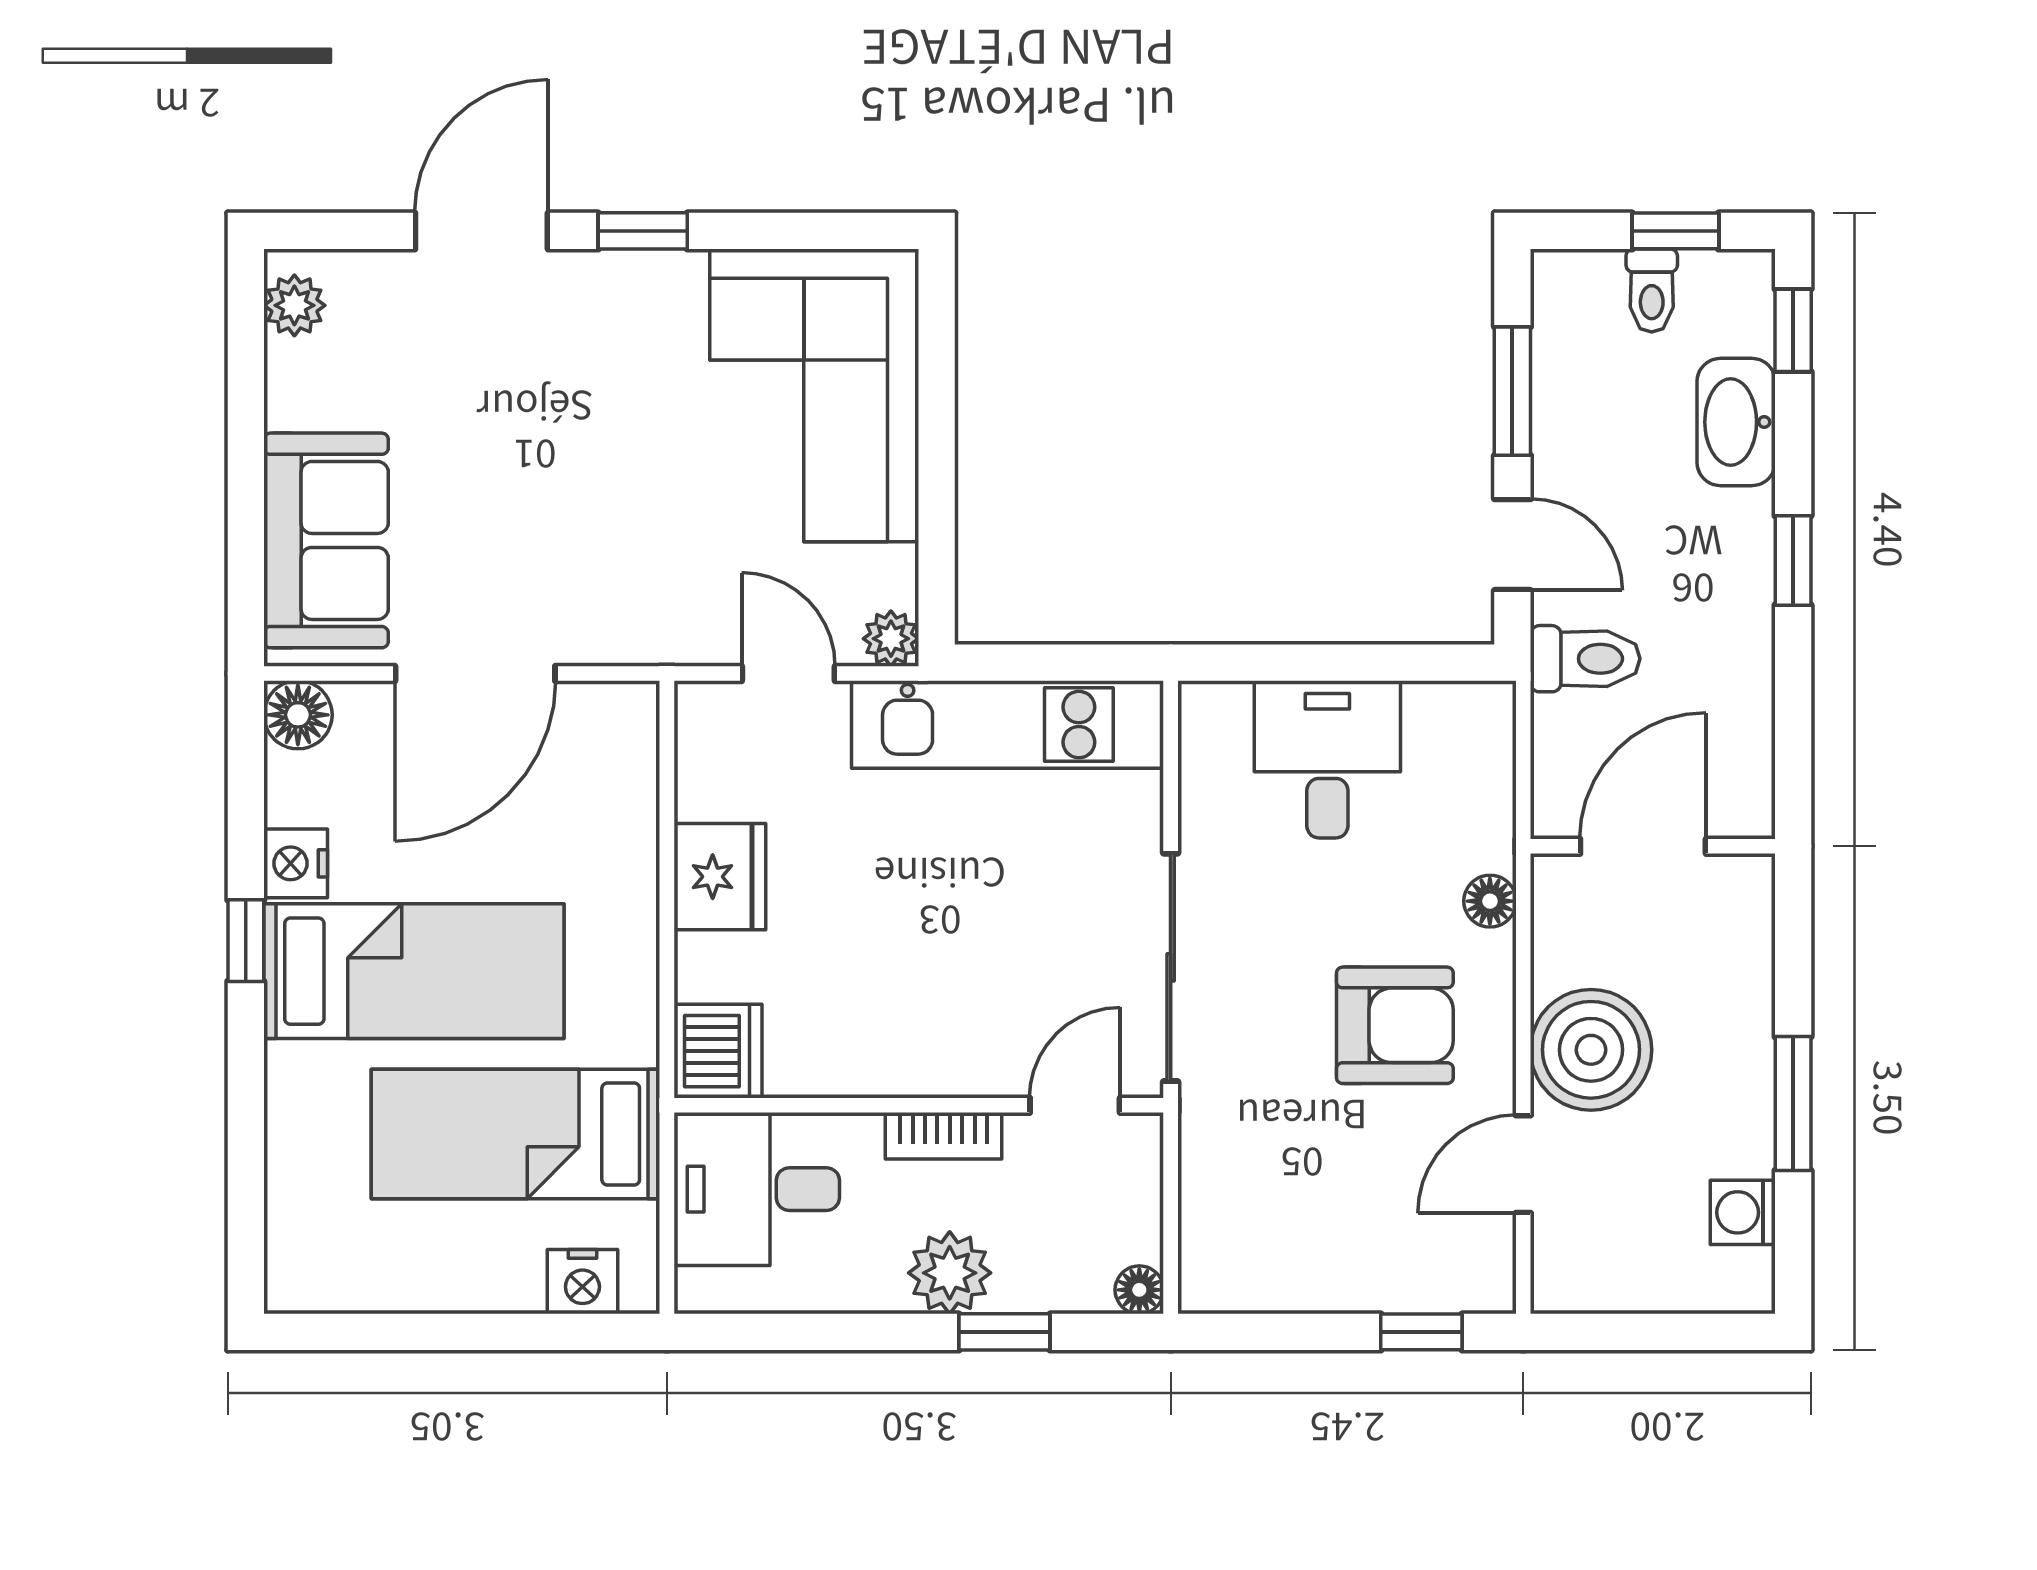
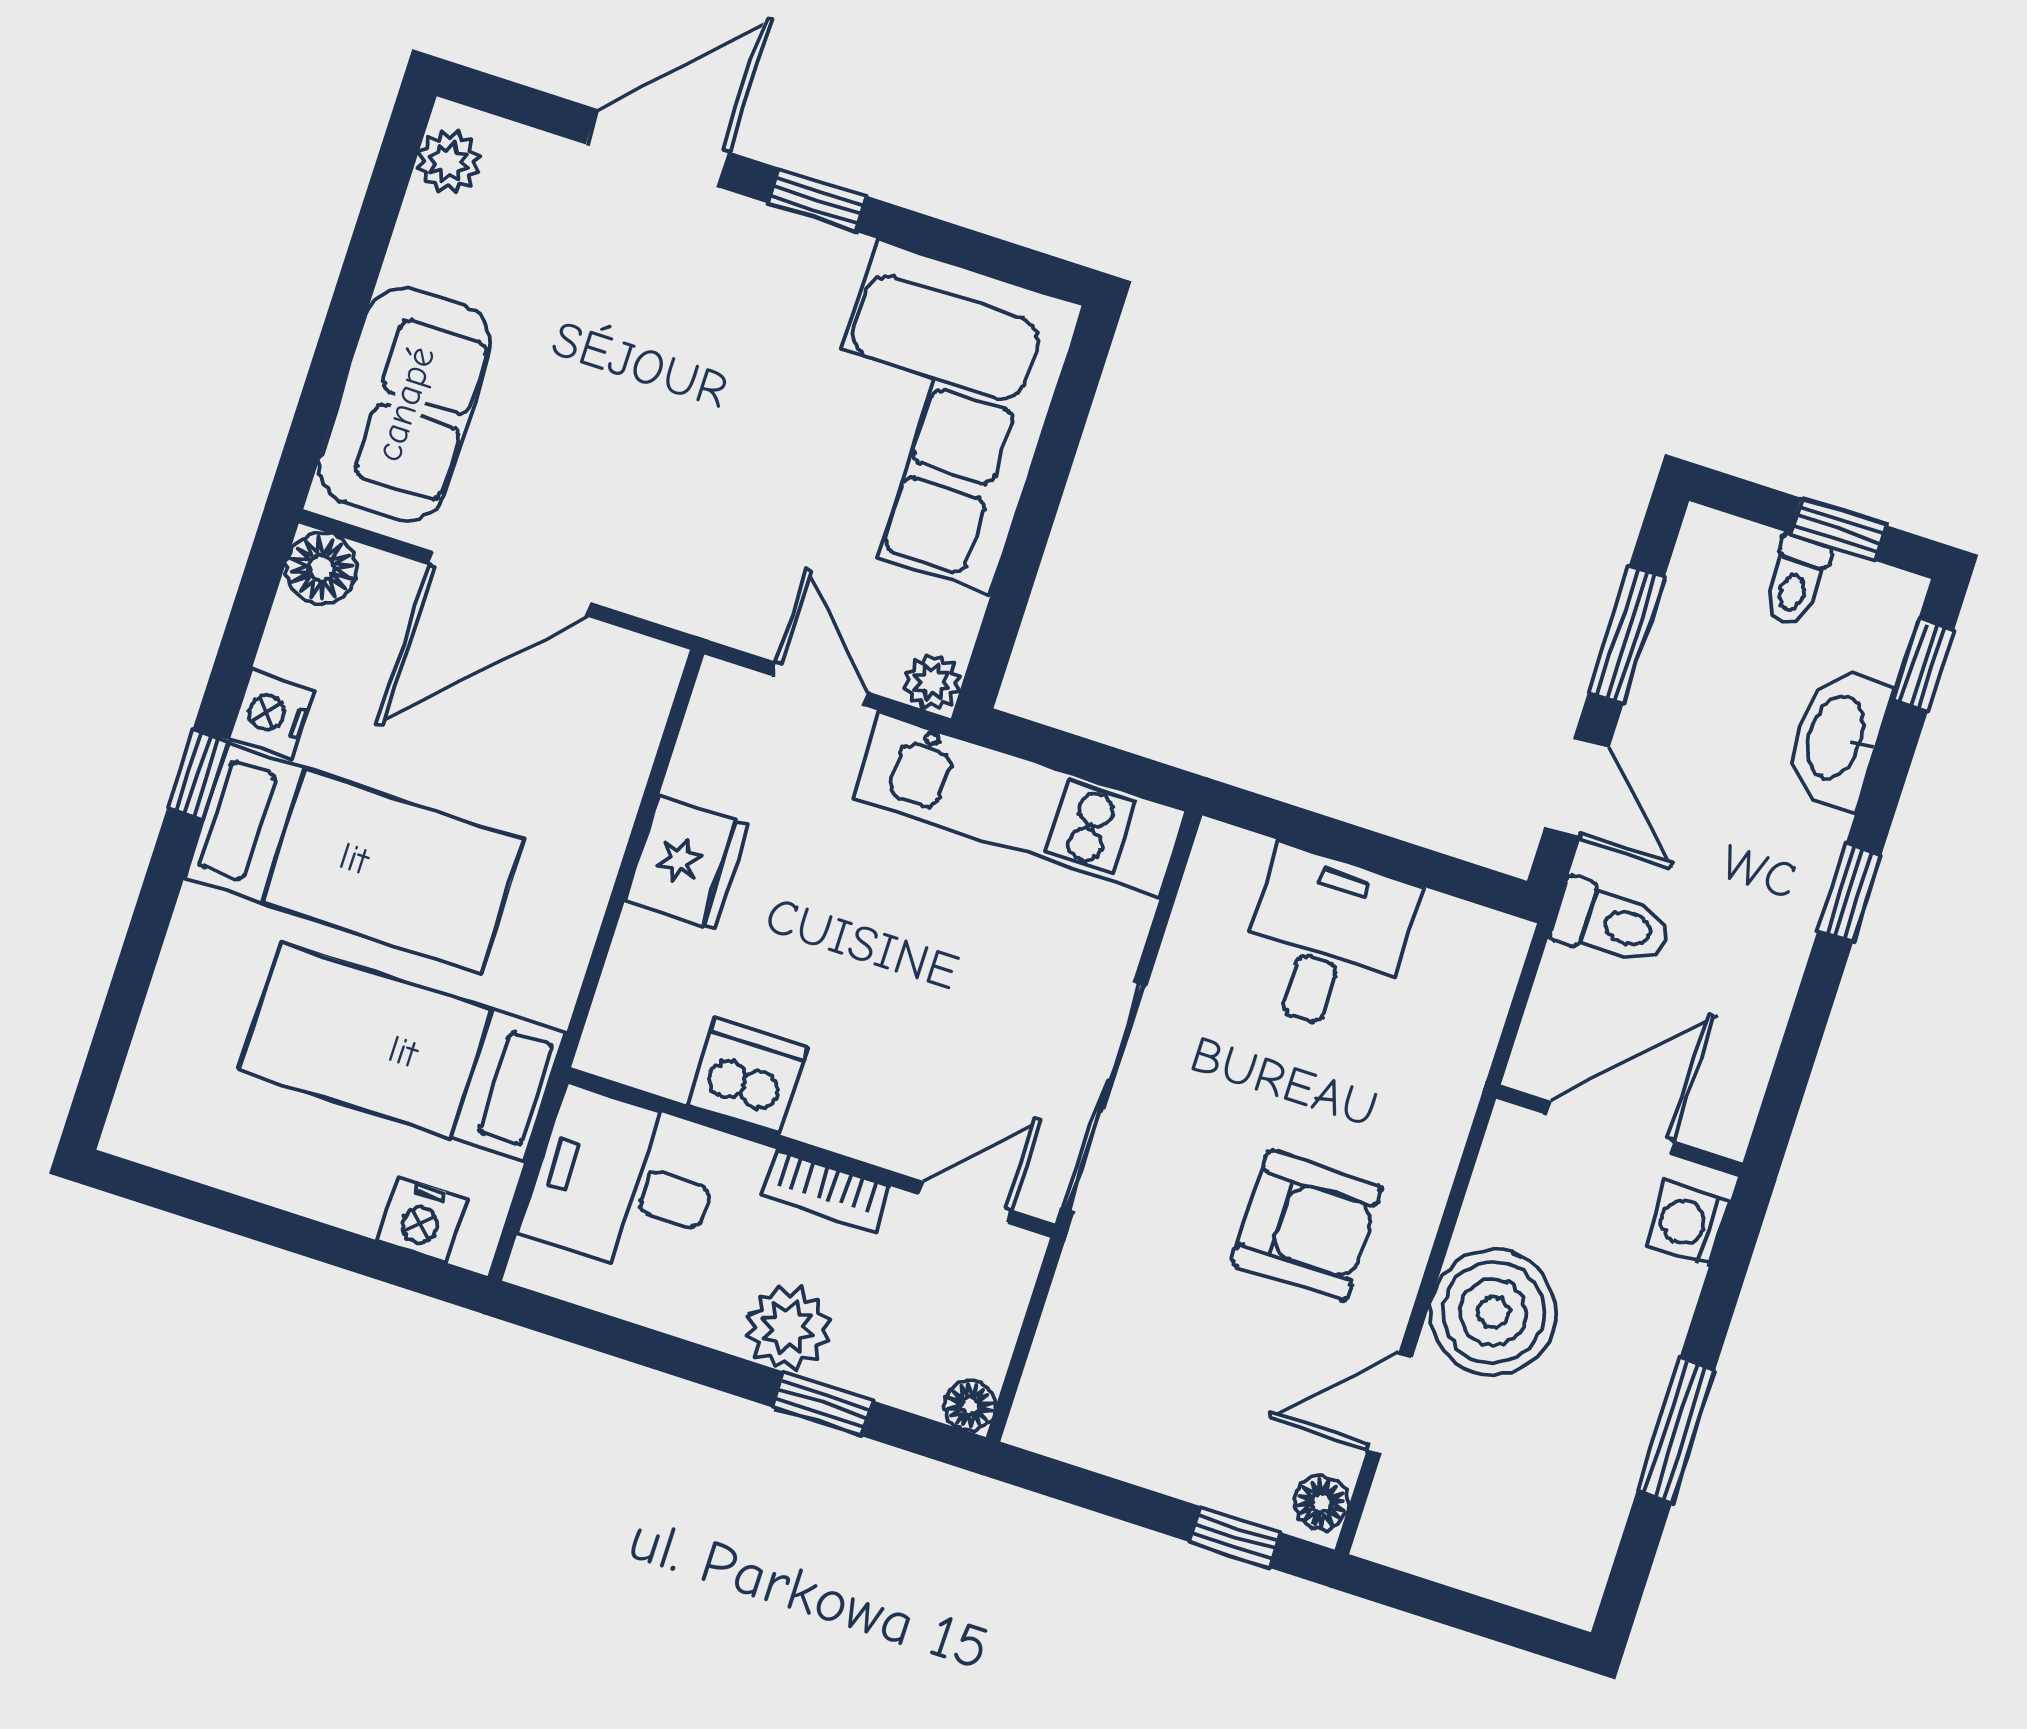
floor lamp: (1490, 901) -> (1321, 1503), moved
dishwasher: (718, 1051) -> (747, 1076), moved, turned -90
washing machine: (1743, 1212) -> (1688, 1224), moved

